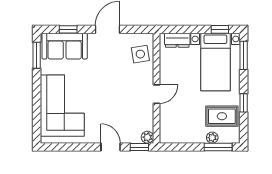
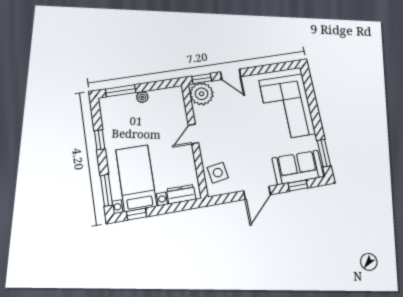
rug: (222, 116) -> (121, 122), removed
plant: (147, 137) -> (202, 94), width x1.88, depth x1.88
plant: (212, 138) -> (142, 97), moved

